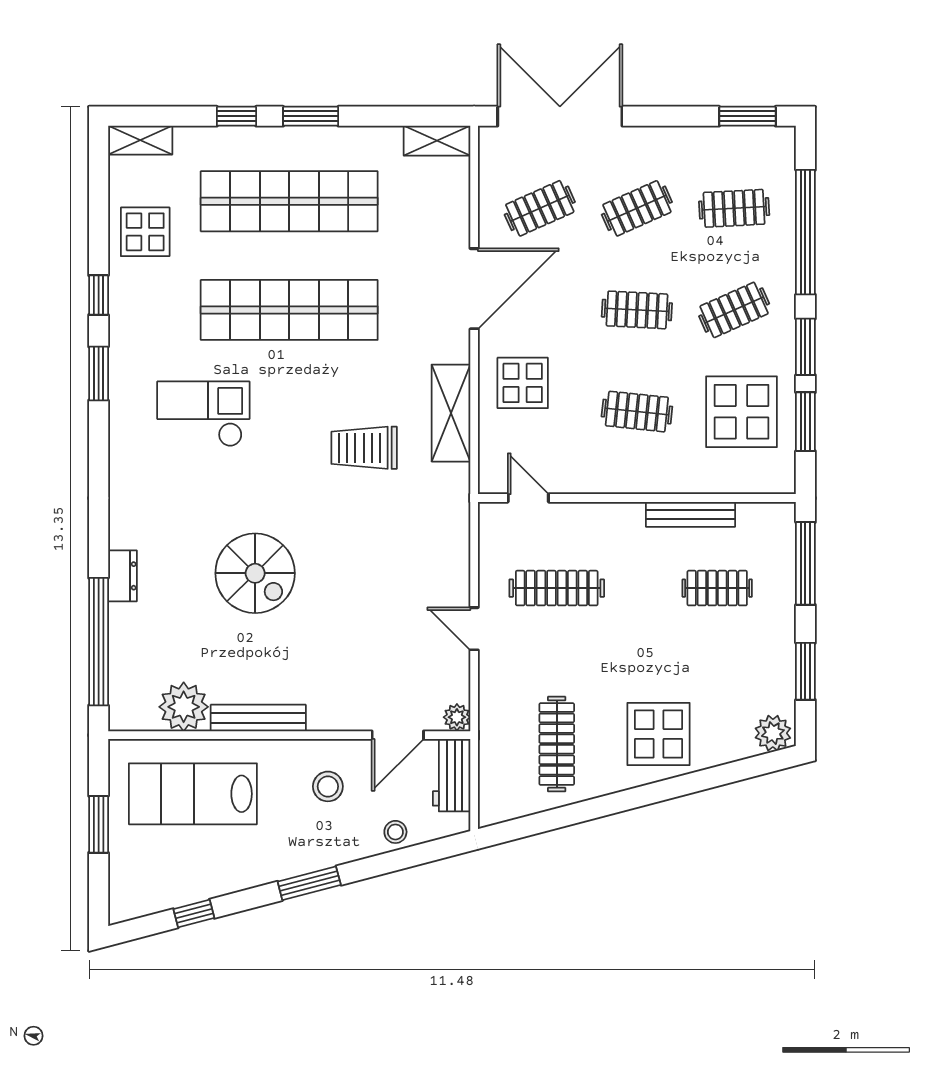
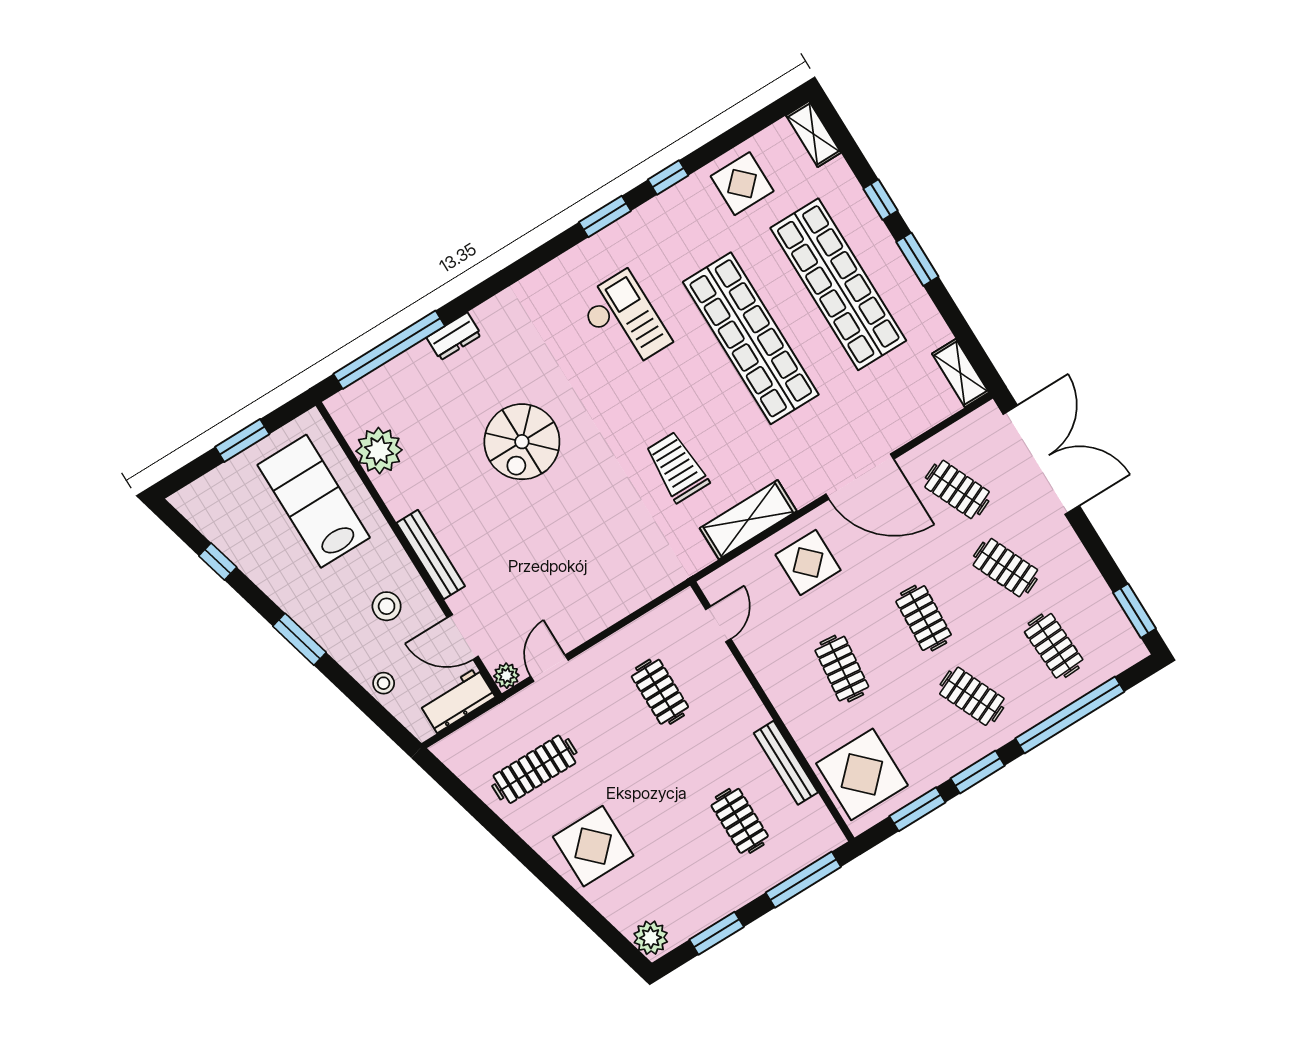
display table: (742, 412) -> (862, 774), moved
clothes rail: (557, 588) -> (660, 692), width x0.73
door: (474, 629) -> (549, 668), moved
bench: (258, 718) -> (431, 555), moved

